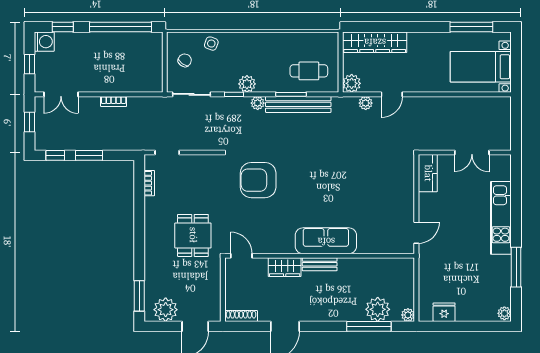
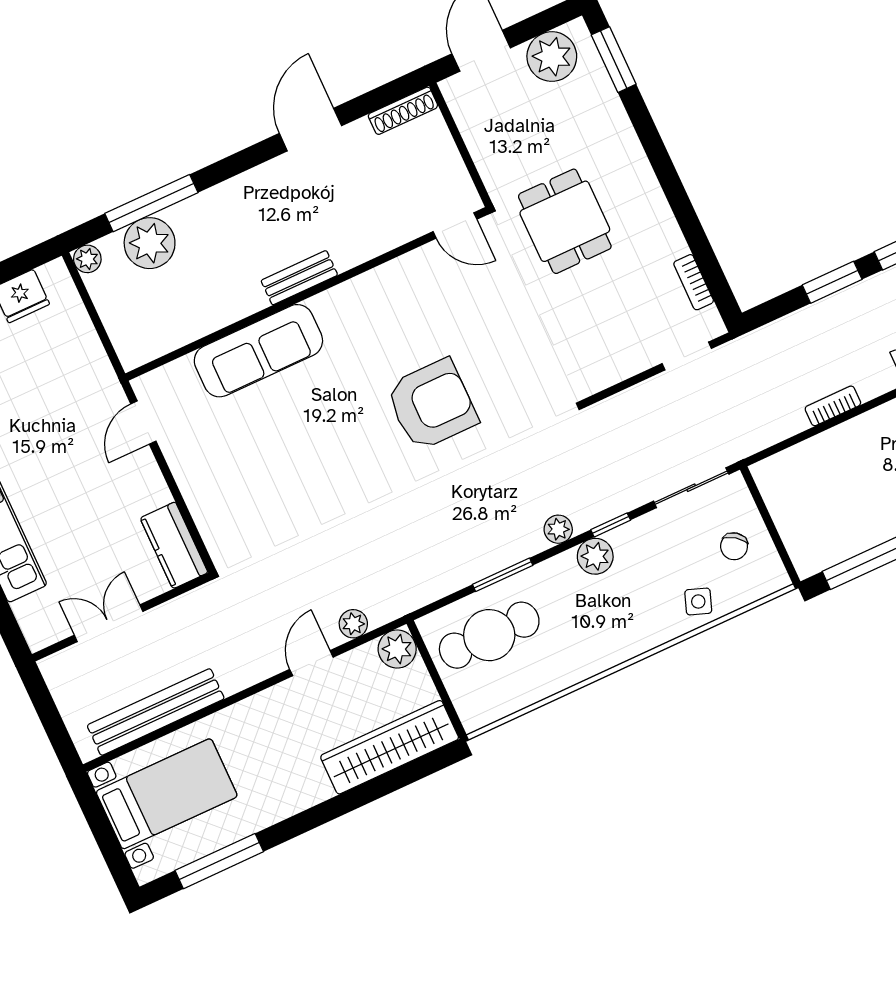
cafe table: (309, 71) -> (489, 635), width x1.37, depth x1.35
bench: (298, 104) -> (156, 712), moved
armchair: (258, 180) -> (432, 405), moved
sofa: (326, 241) -> (258, 351), moved
wardrobe: (285, 267) -> (363, 242), removed

